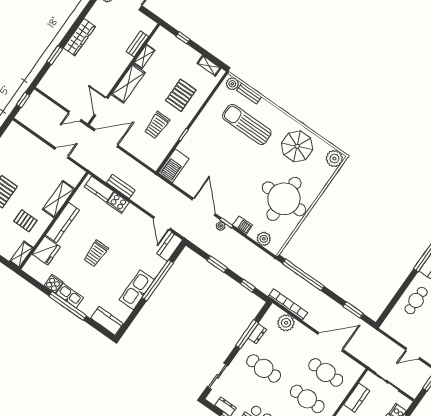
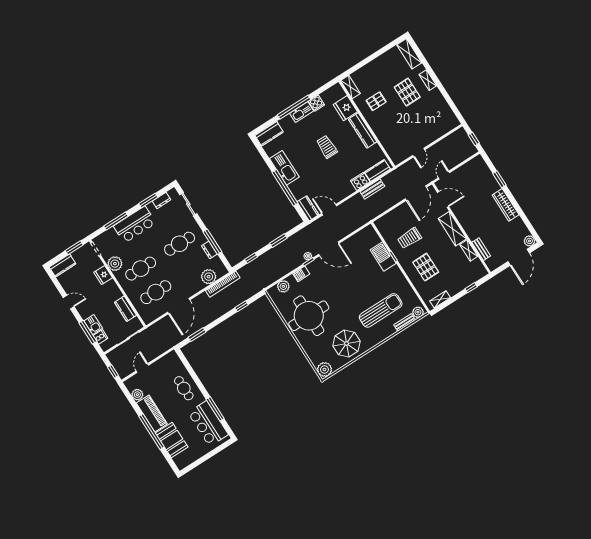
trolley: (157, 125) -> (409, 238), turned -90
barbecue: (174, 166) -> (383, 256), moved
shelving: (58, 199) -> (383, 135), removed
window: (303, 275) -> (241, 306), width x0.32

